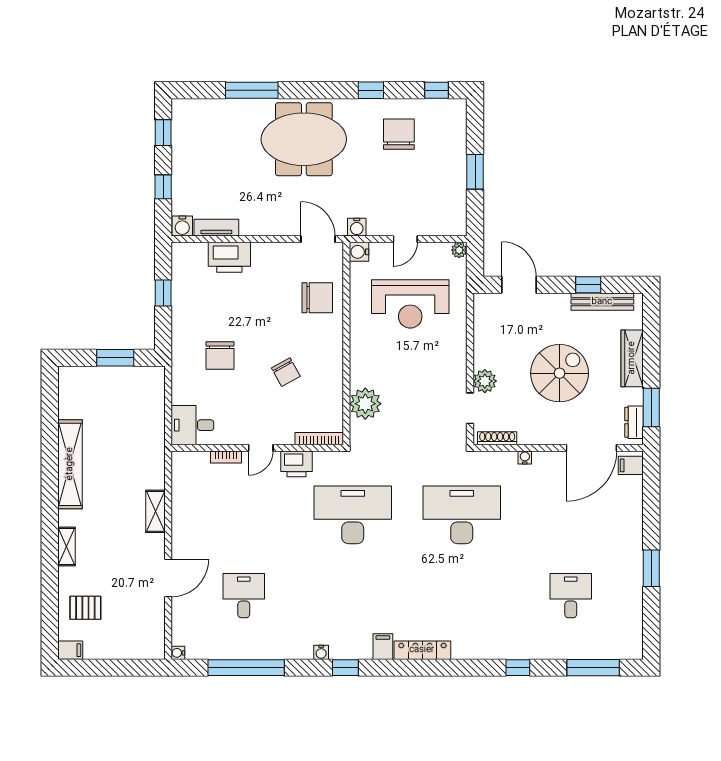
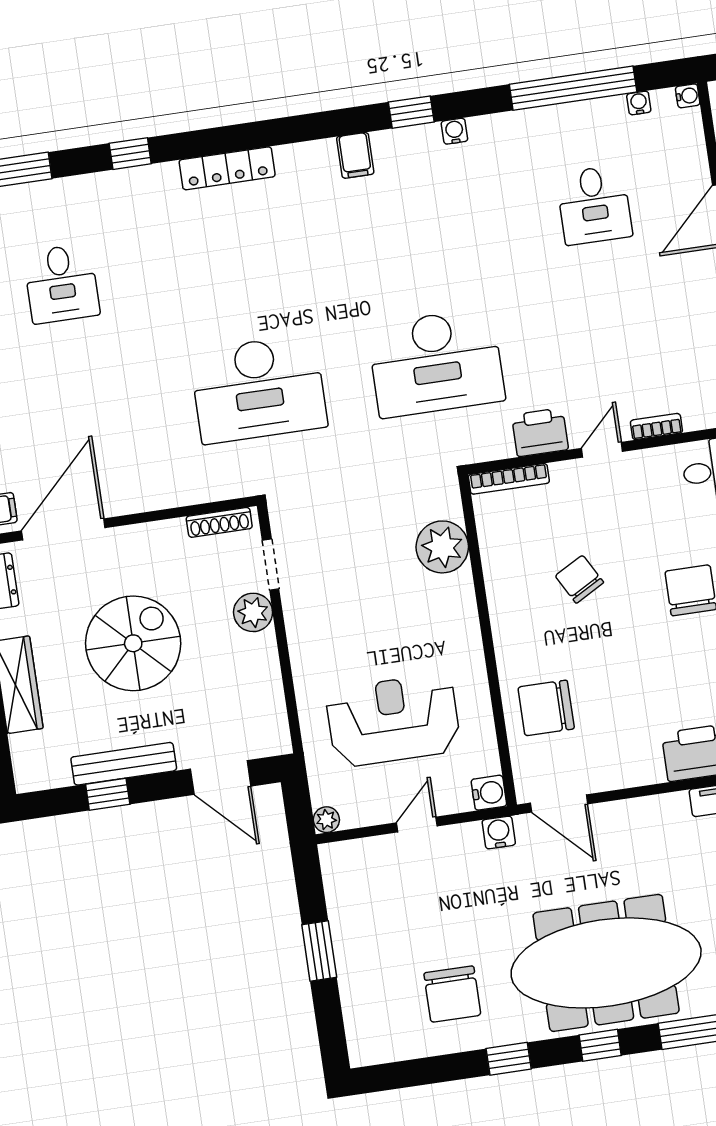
window: (437, 90) -> (600, 1045), moved
meeting table: (304, 139) -> (606, 963), width x1.36
bench: (602, 302) -> (124, 764), moved
spiral stairs: (560, 373) -> (133, 643), turned 180
water cooler: (525, 457) -> (639, 103), moved, turned 180
locker: (422, 650) -> (227, 168), moved

